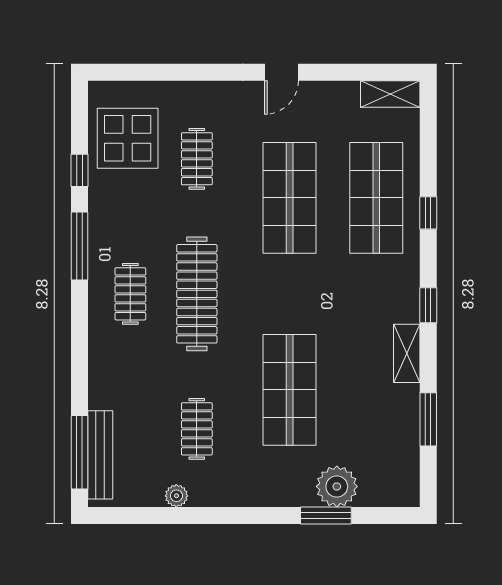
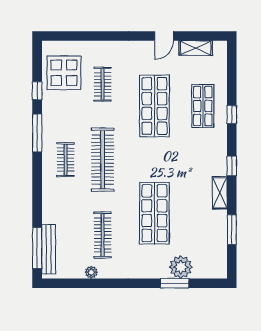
door: (281, 72) -> (164, 36), moved
shelving: (390, 94) -> (196, 48), moved
shop shelf: (376, 198) -> (203, 106), width x0.70, depth x0.74
clothes rail: (197, 429) -> (103, 235), width x1.36

